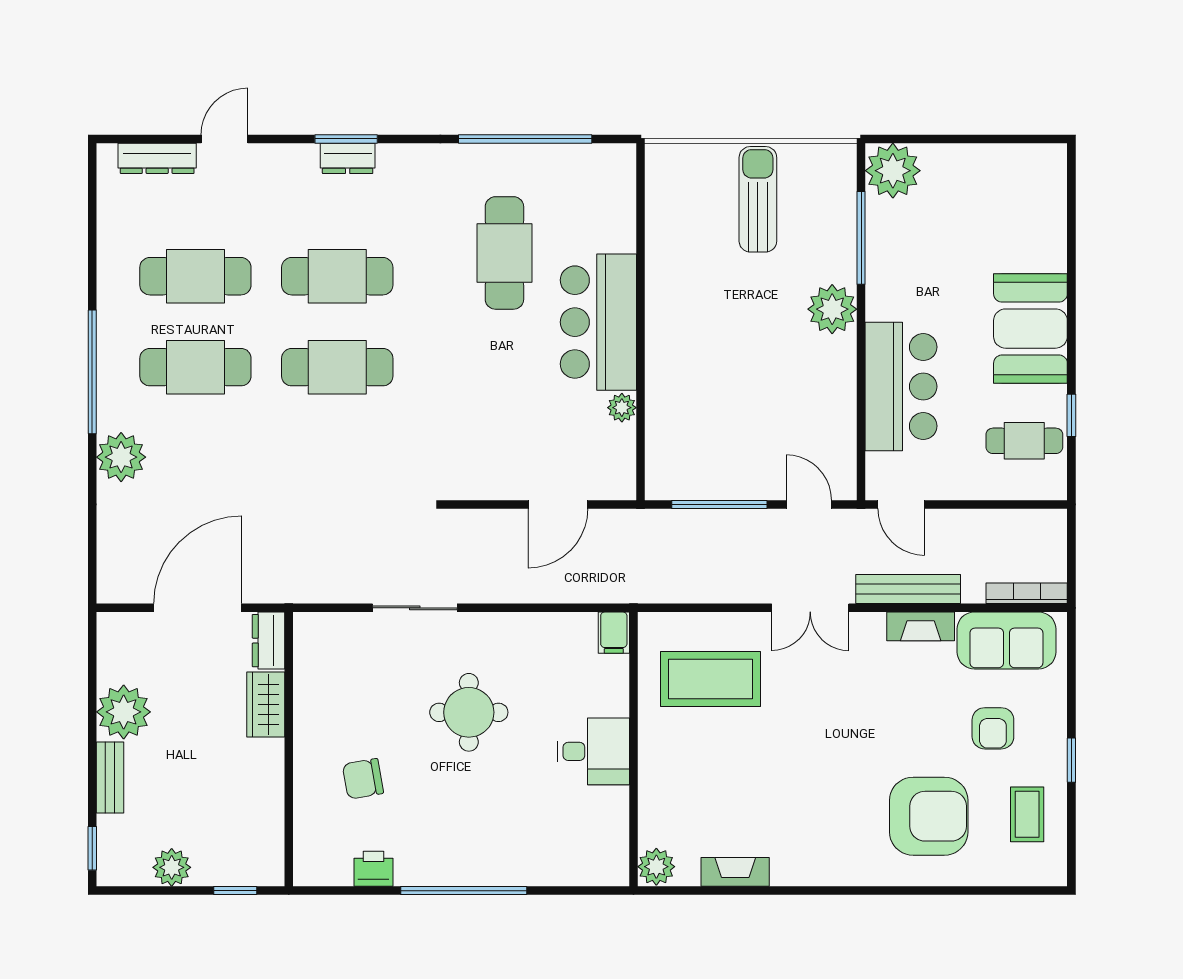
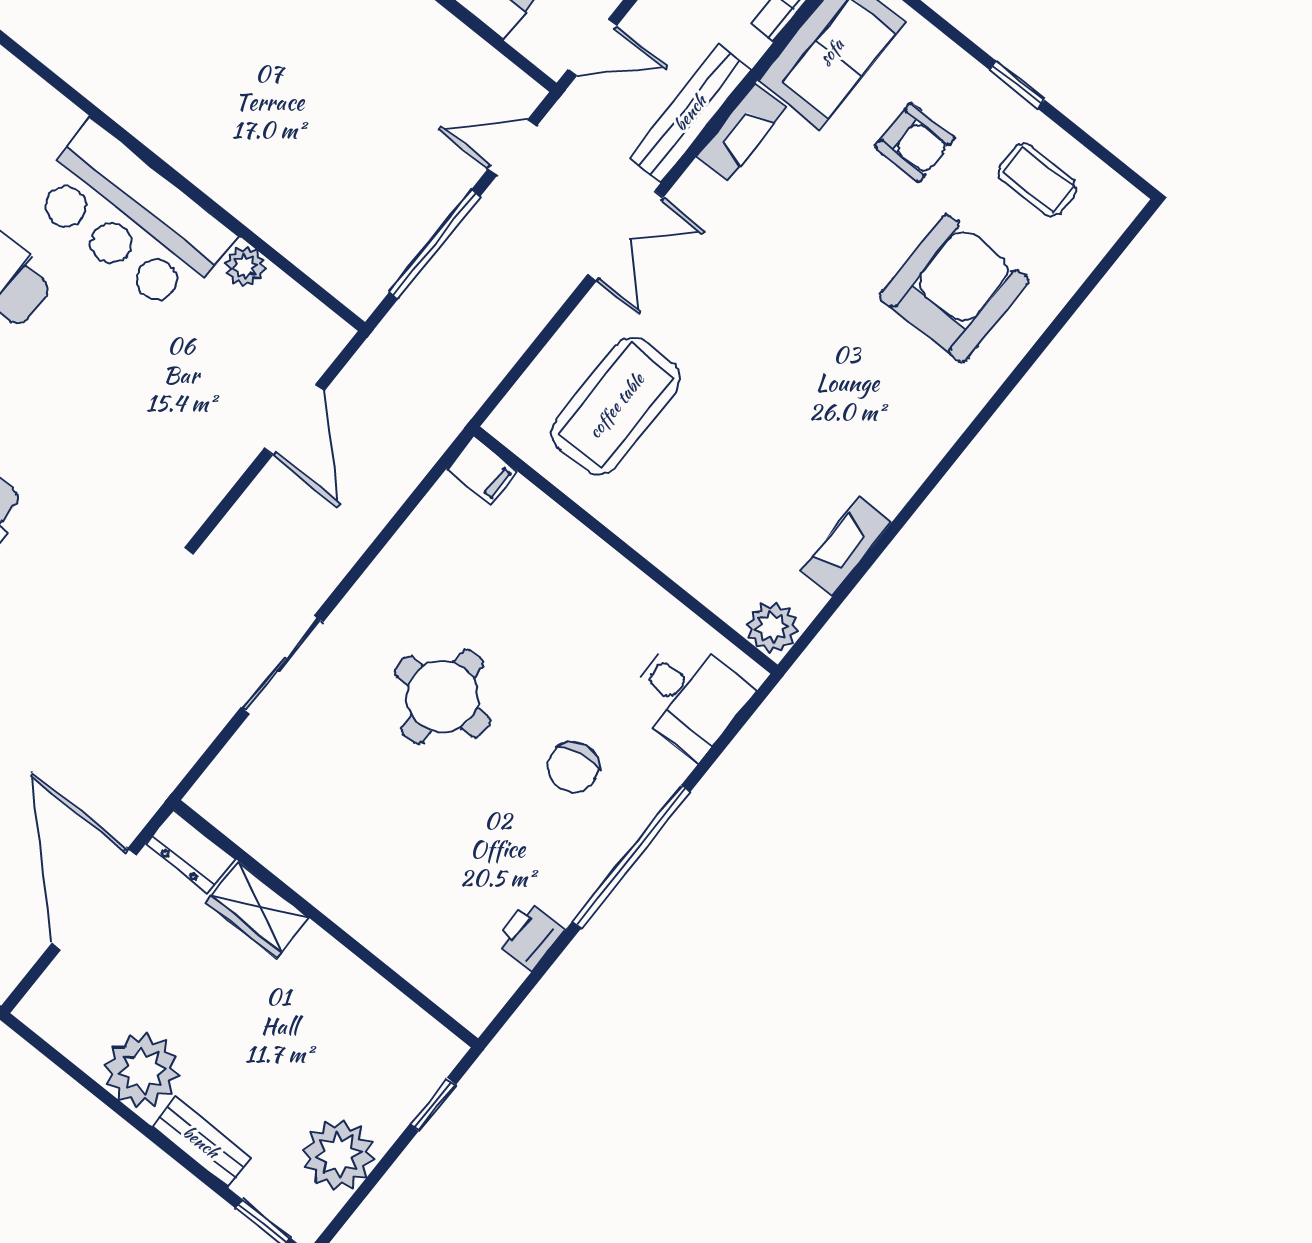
desk: (593, 751) -> (688, 696), moved, turned 90
chair: (363, 779) -> (573, 767), moved
plant: (172, 867) -> (339, 1155), width x1.36, depth x1.36

